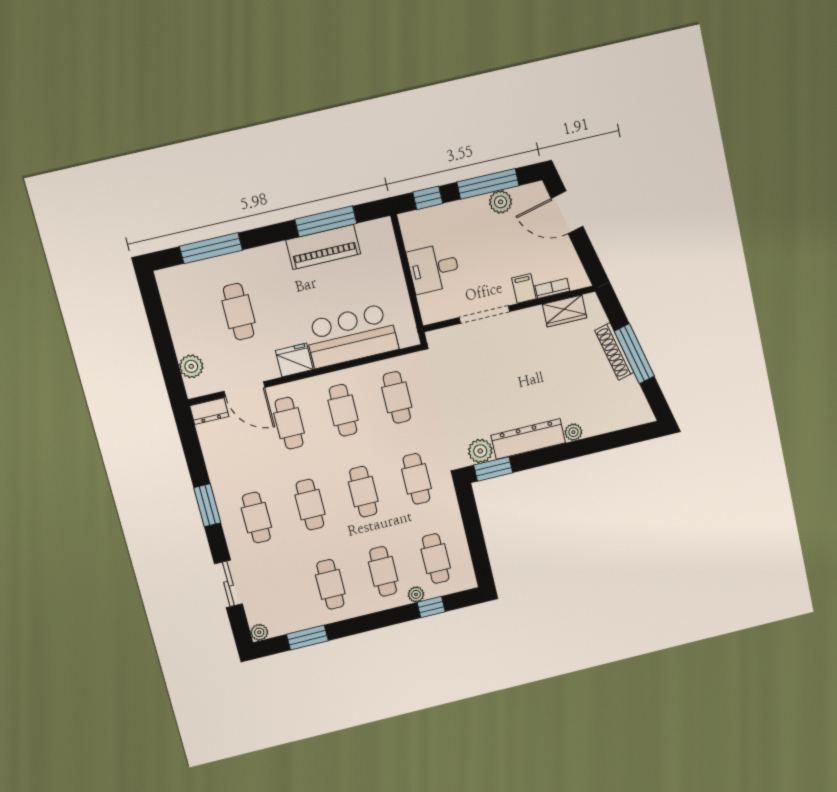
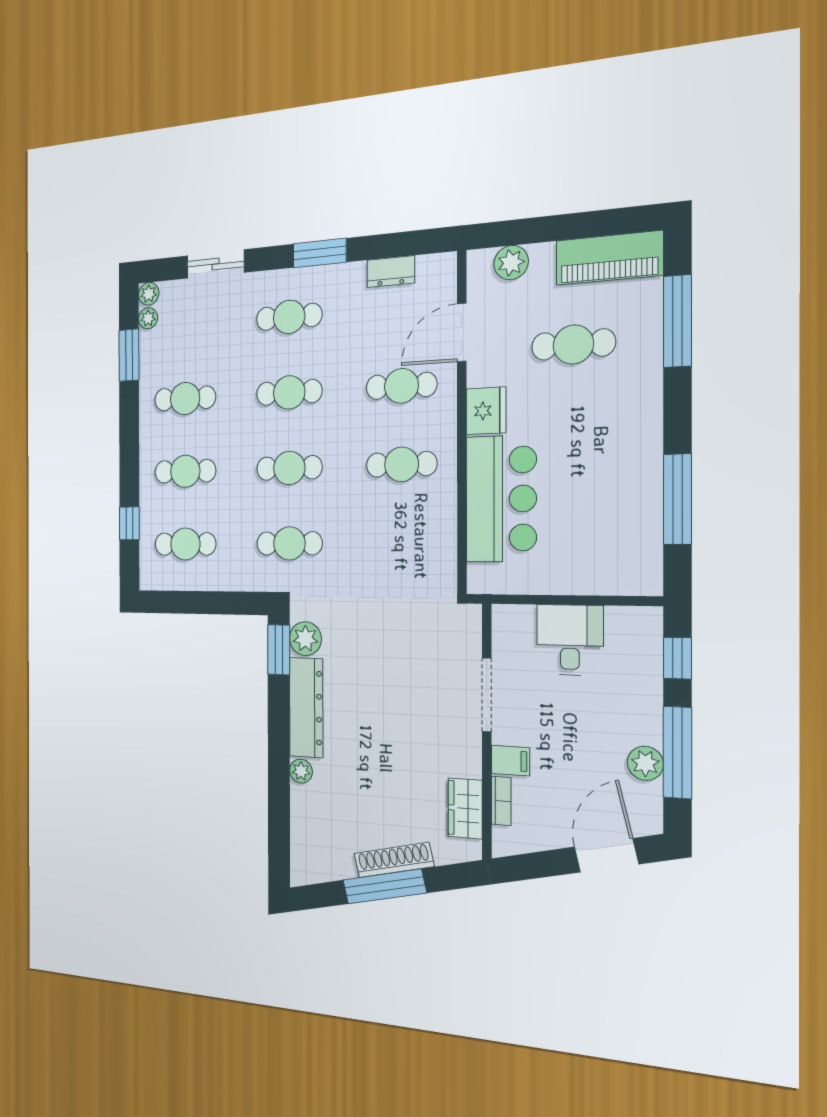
piano: (323, 247) -> (609, 258), moved, turned -90
cafe table: (397, 397) -> (402, 543), removed
dresser: (209, 411) -> (391, 272), moved, turned -90
plant: (416, 594) -> (148, 318), moved

